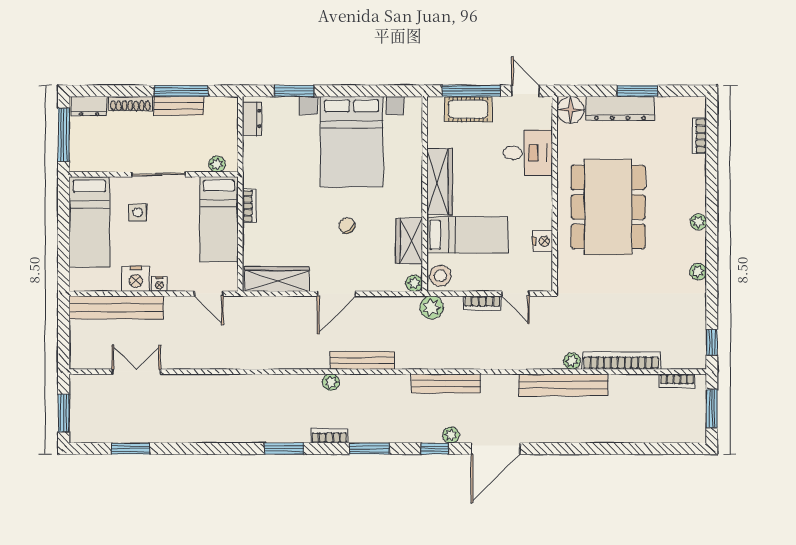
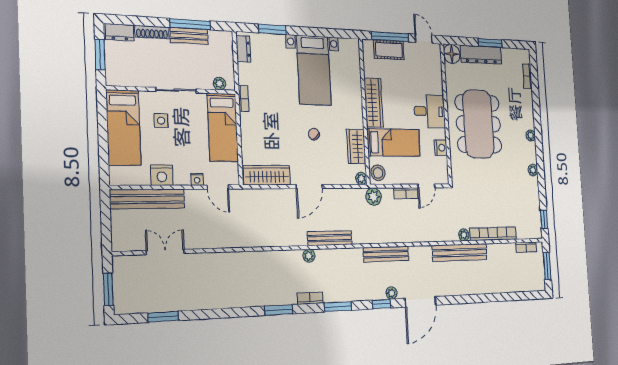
window: (64, 135) -> (100, 55), width x0.69
bed with nightstands: (352, 142) -> (314, 70), width x0.73
desk: (528, 153) -> (430, 111), moved
bookcase: (249, 206) -> (244, 98), moved
nightstand: (159, 284) -> (197, 179), moved
door: (516, 294) -> (426, 186), hinge flipped

